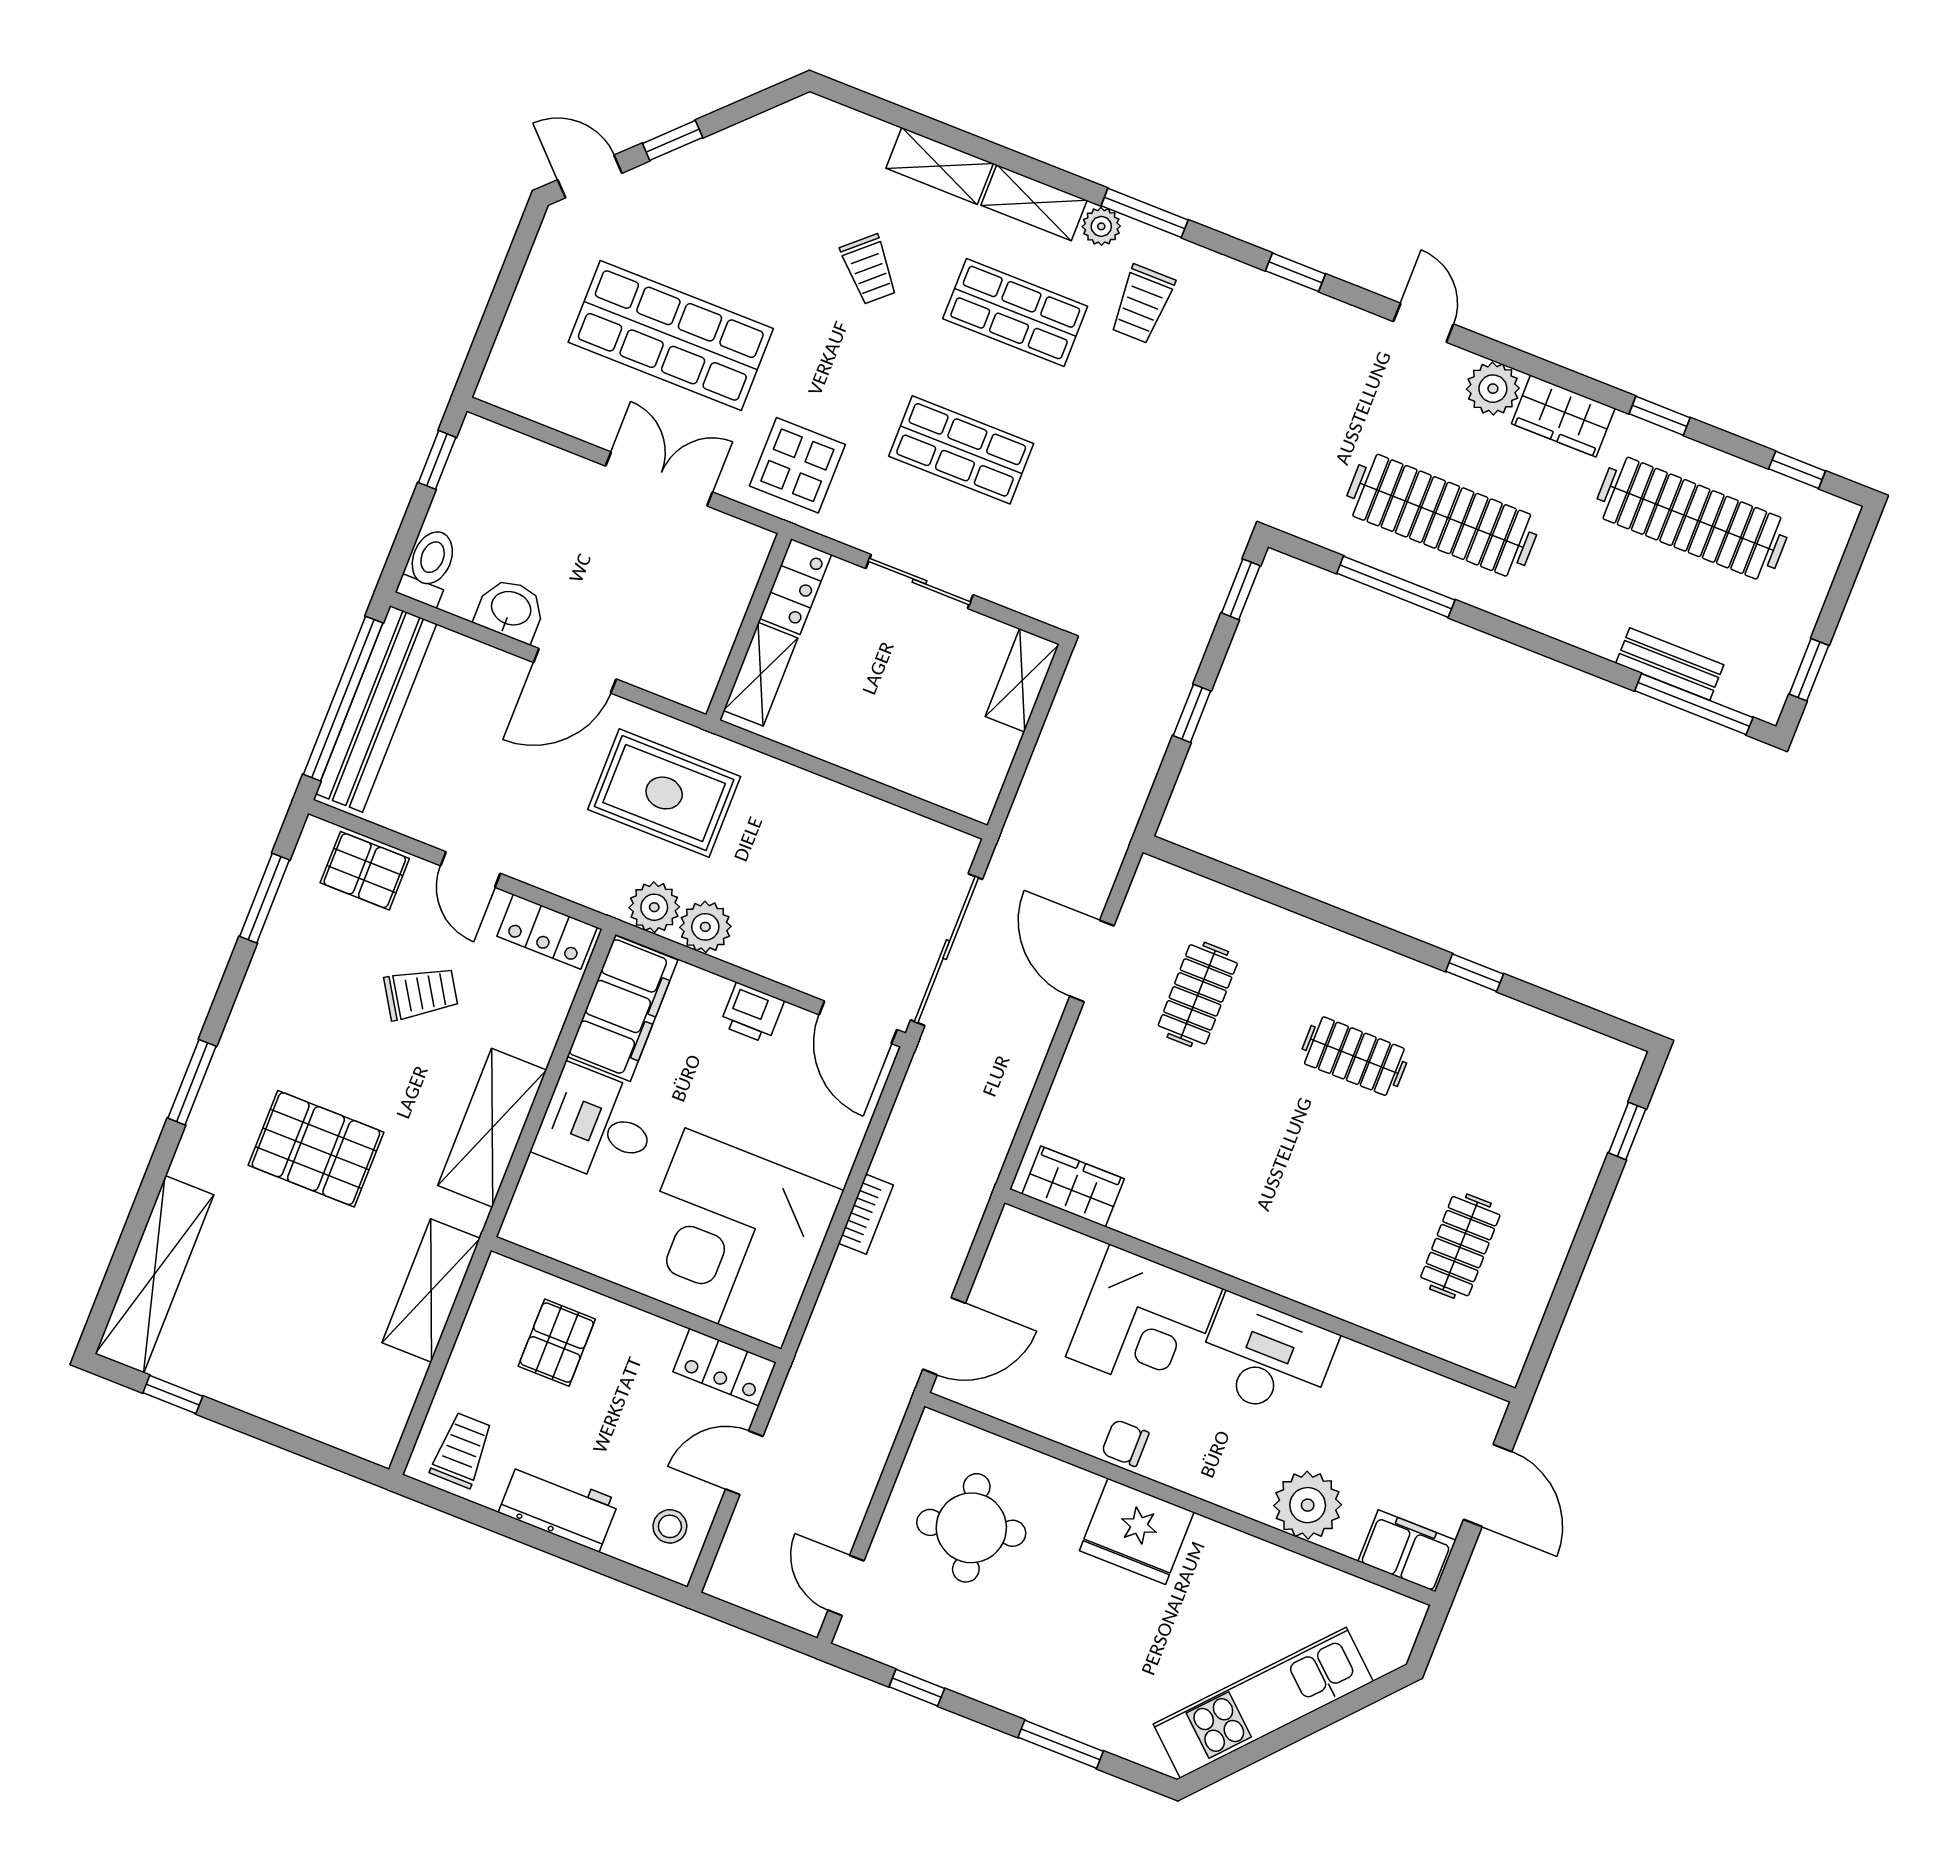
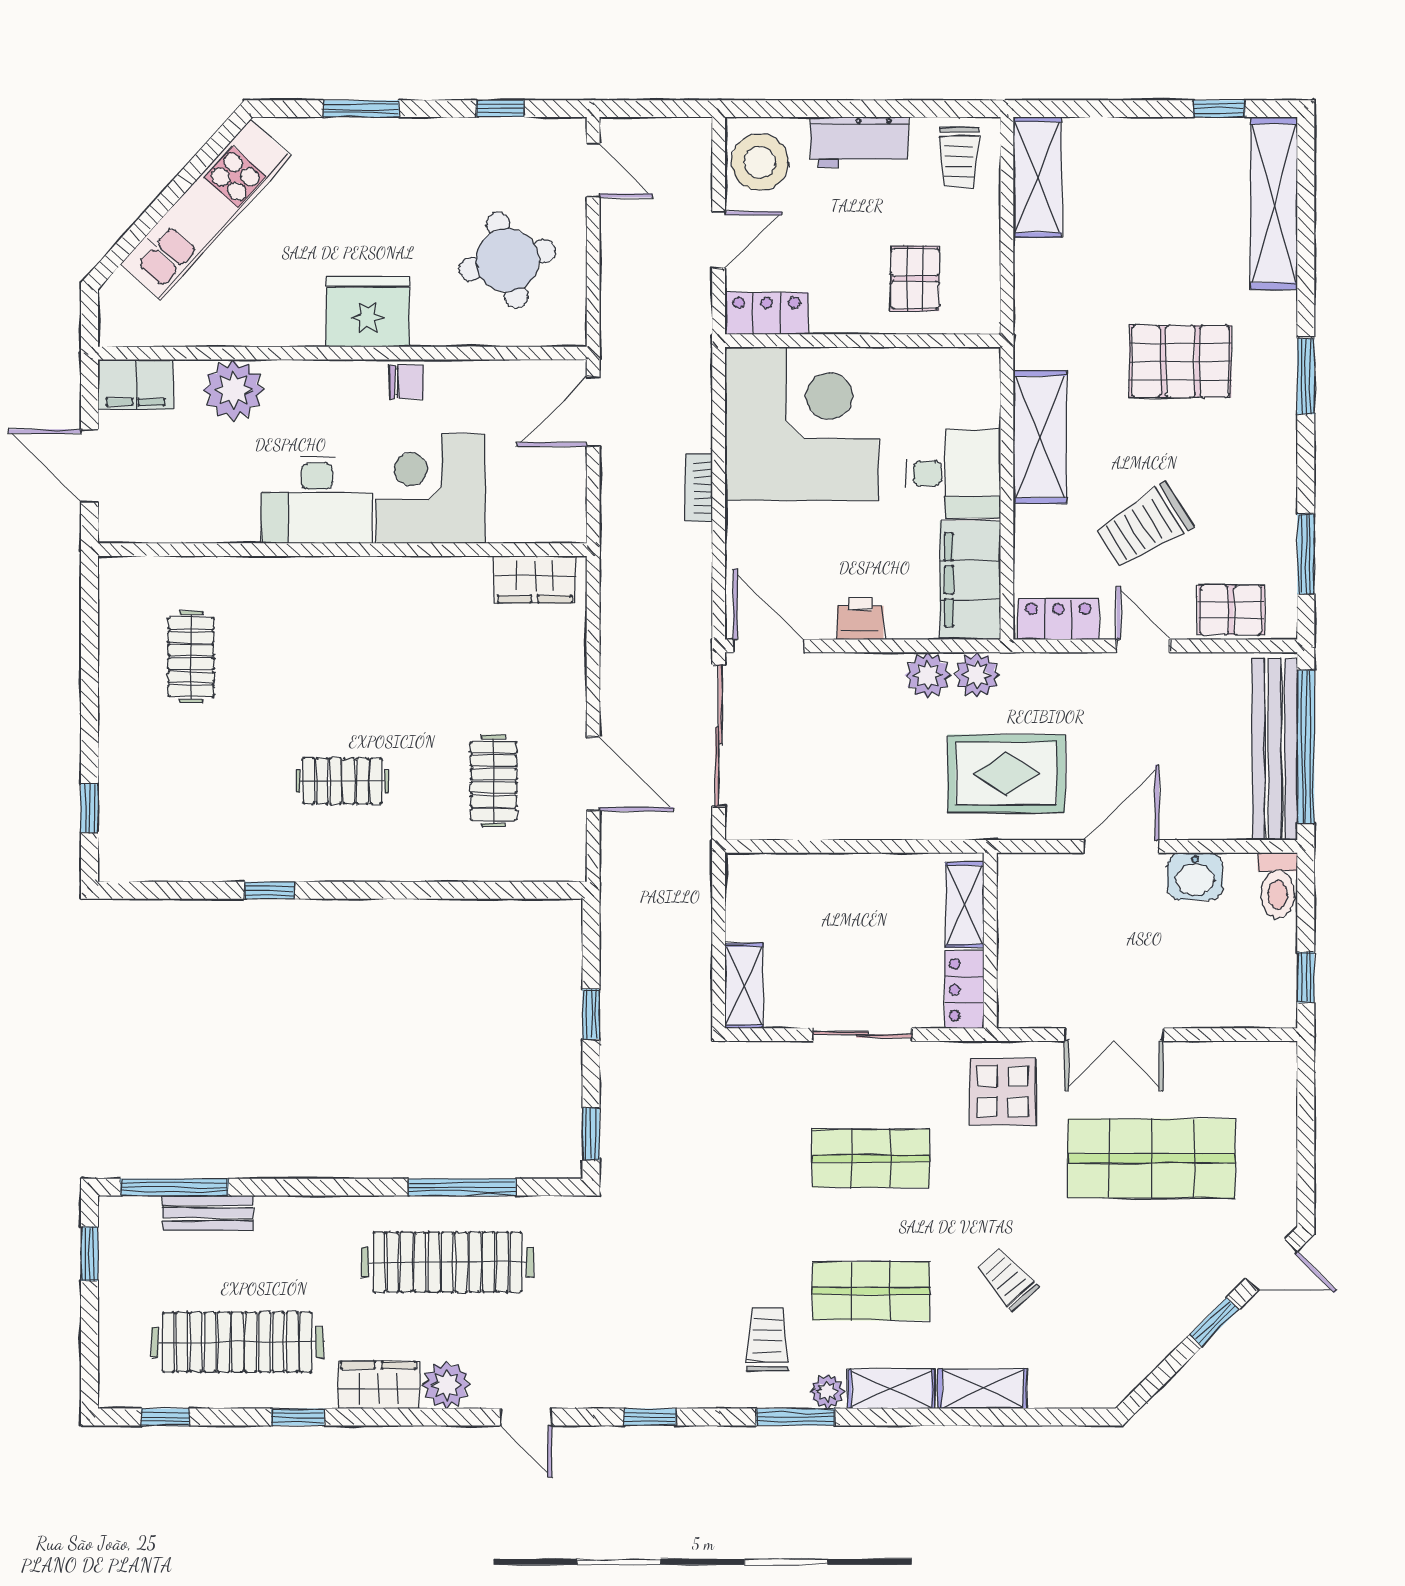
trolley: (421, 993) -> (1144, 526), width x1.36, depth x1.39
shelving: (431, 1290) -> (1037, 177), moved
stool: (670, 1526) -> (760, 162), width x1.89, depth x1.89

